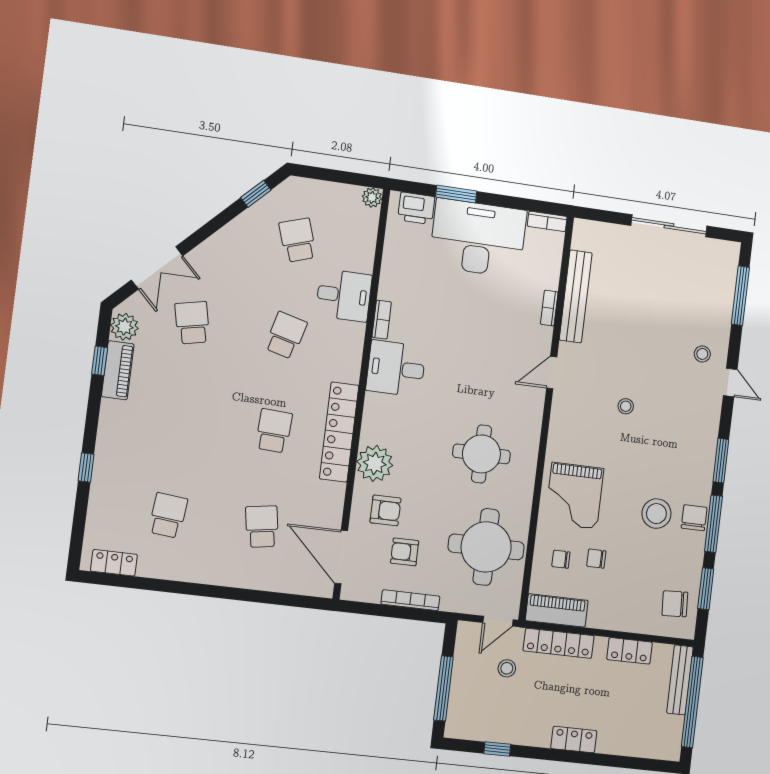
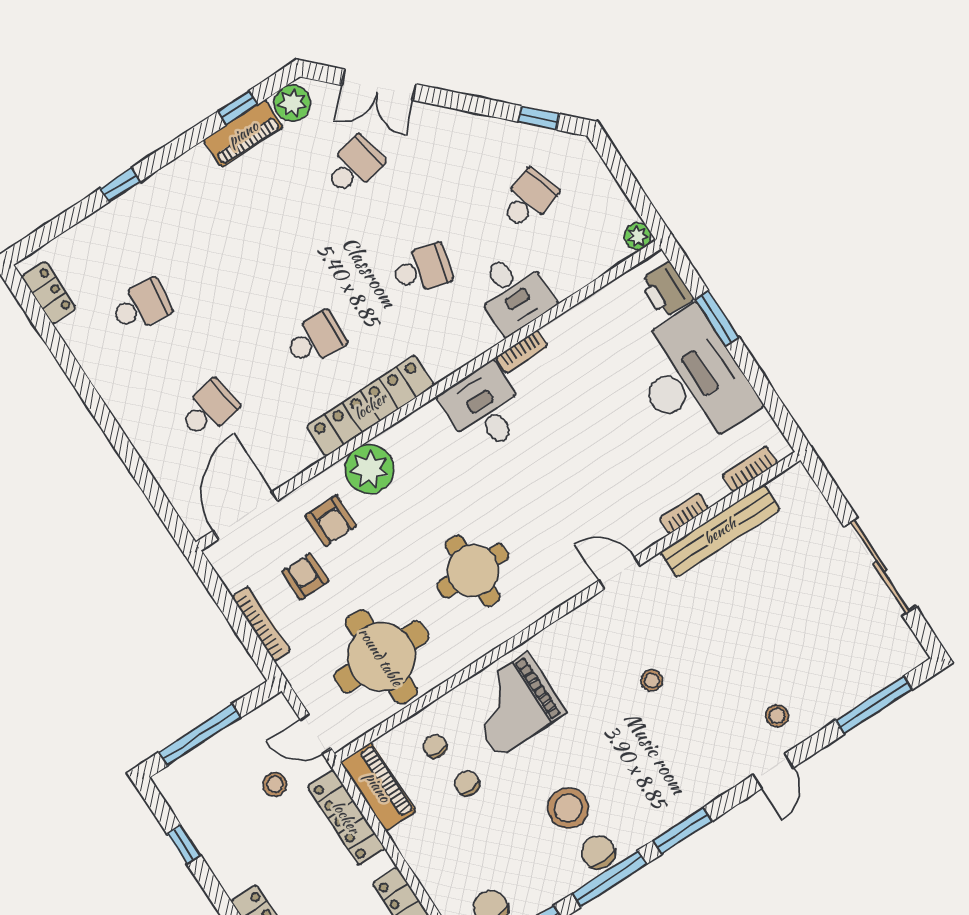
bookcase: (547, 221) -> (750, 469), moved, turned 90
chair: (694, 518) -> (598, 852), turned -90

